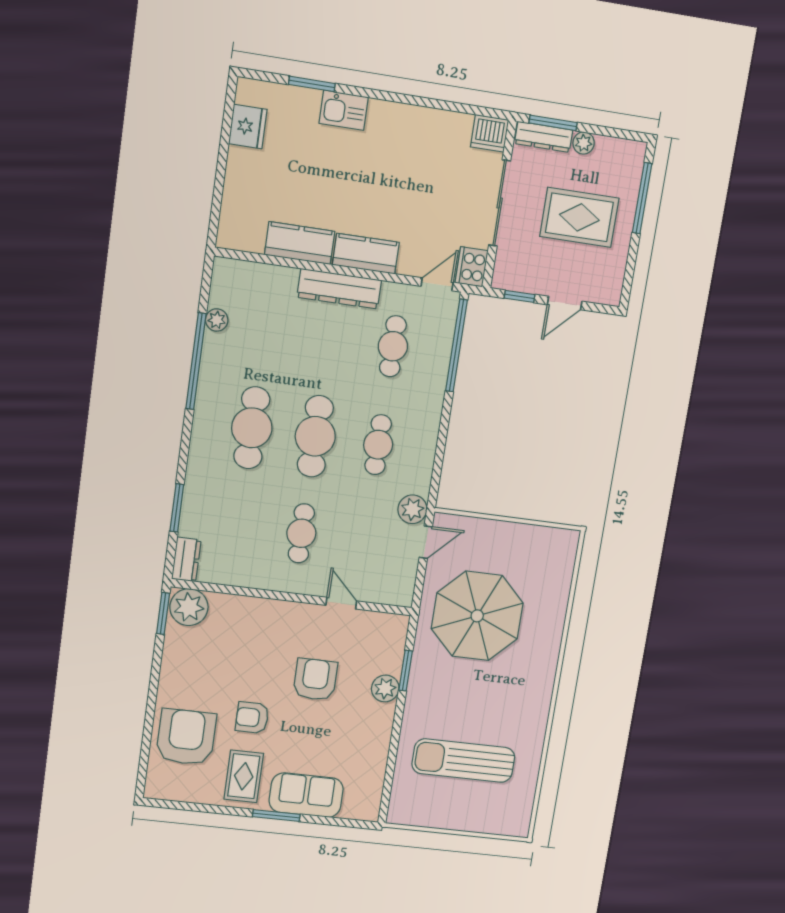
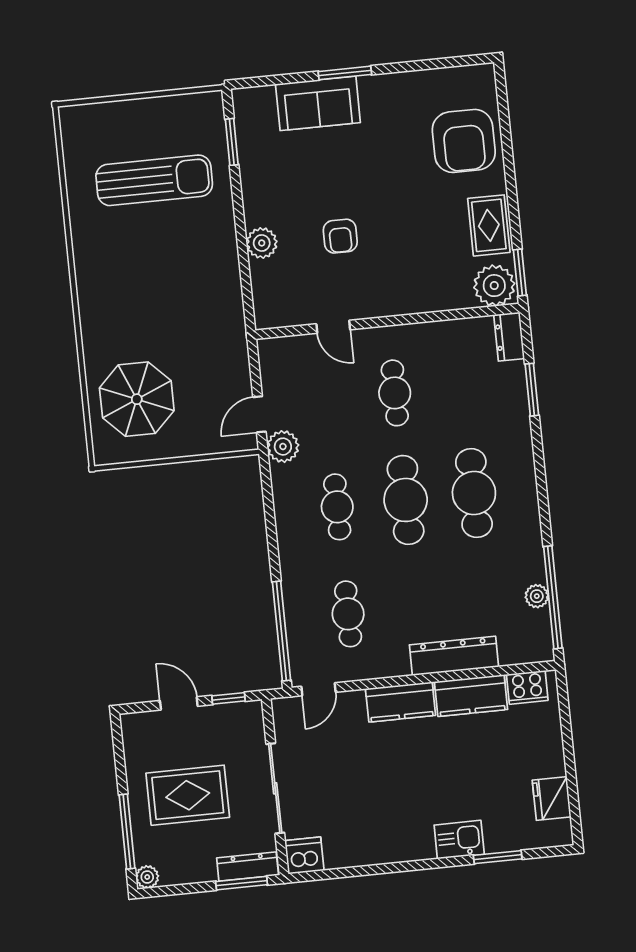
plant: (584, 143) -> (147, 877), moved
cooker: (472, 267) -> (527, 687), moved, turned 90
dresser: (339, 289) -> (454, 656), moved
door: (565, 303) -> (179, 703), hinge flipped
window: (196, 361) -> (553, 597), moved
parasol: (477, 616) -> (137, 399), moved, width x0.73, depth x0.73
window: (406, 671) -> (232, 142), moved
armchair: (315, 679) -> (340, 236), width x0.72, depth x0.72
armchair: (252, 718) -> (398, 178), removed
rug: (244, 776) -> (489, 225), moved

